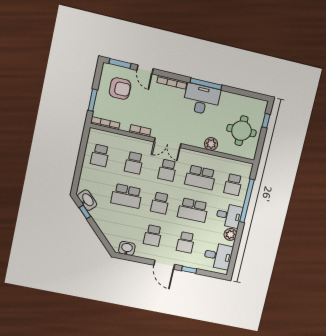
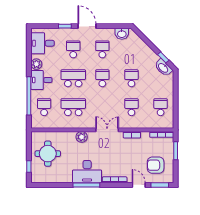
plant: (211, 144) -> (82, 137), moved
school desk: (167, 170) -> (102, 107), removed
school desk: (127, 196) -> (131, 78), width x0.54

